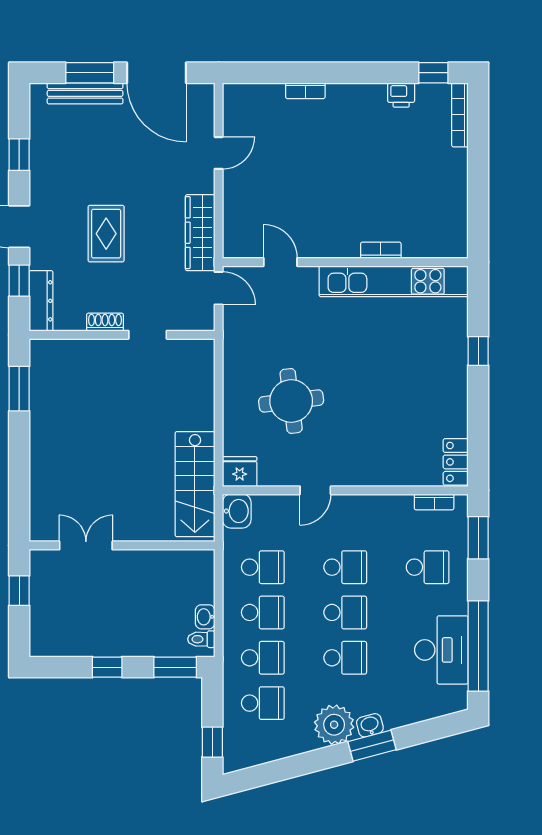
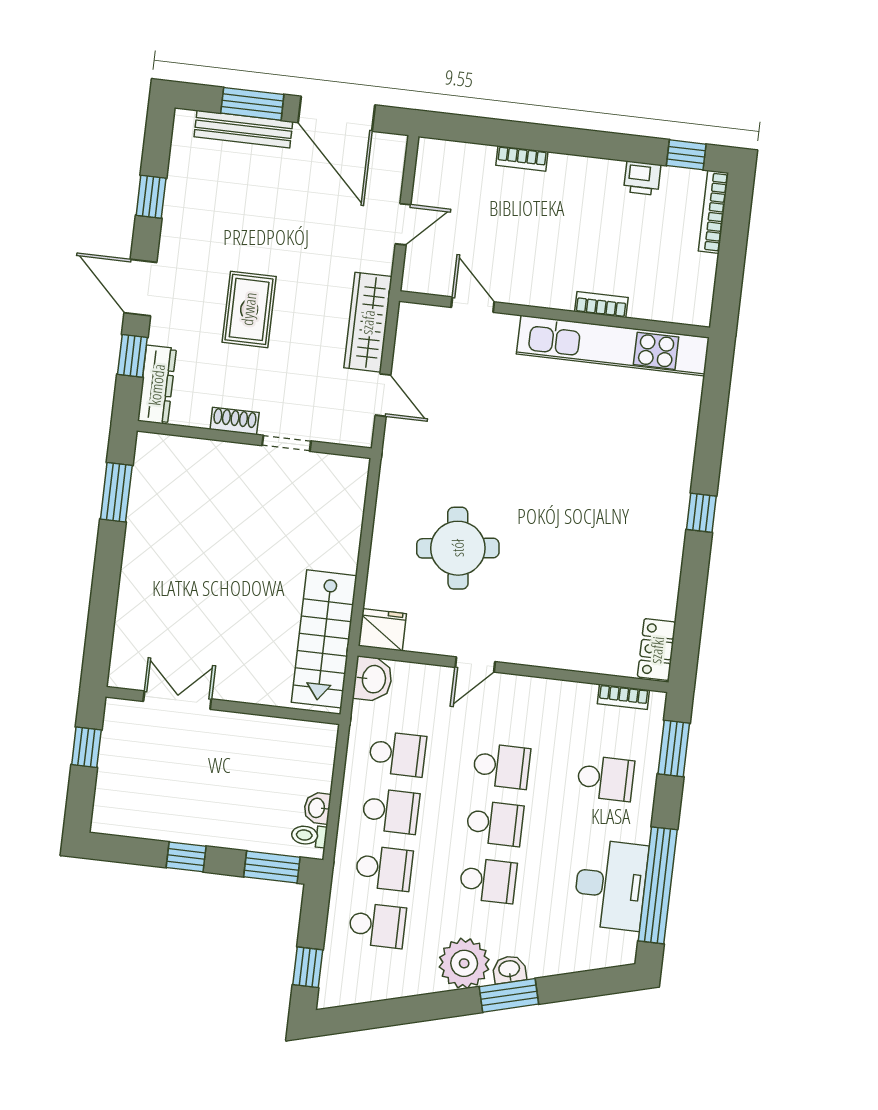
bookcase: (381, 250) -> (601, 305), moved
door: (280, 262) -> (473, 305), moved
wall: (345, 262) -> (555, 314), moved
kitchen unit: (394, 281) -> (613, 346), moved

